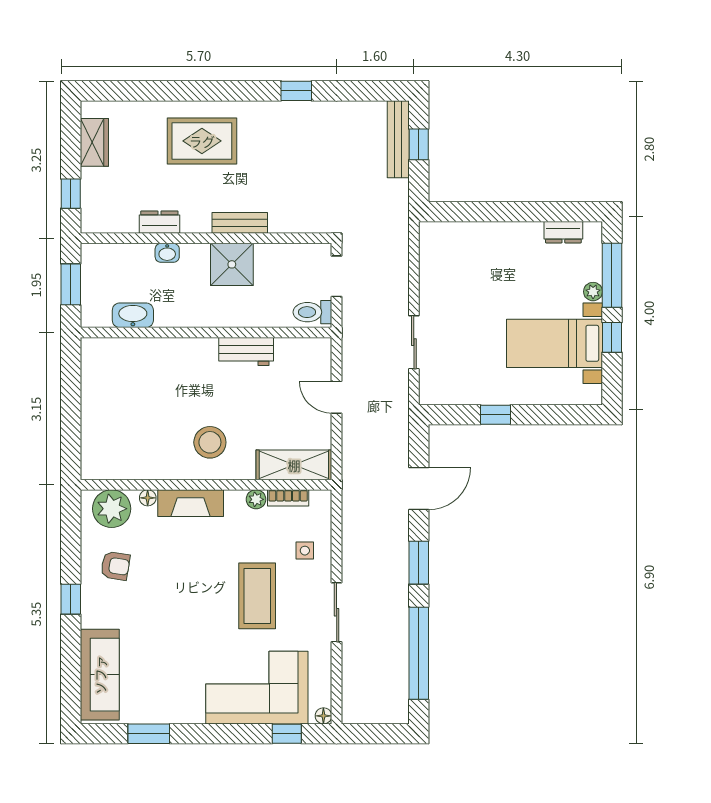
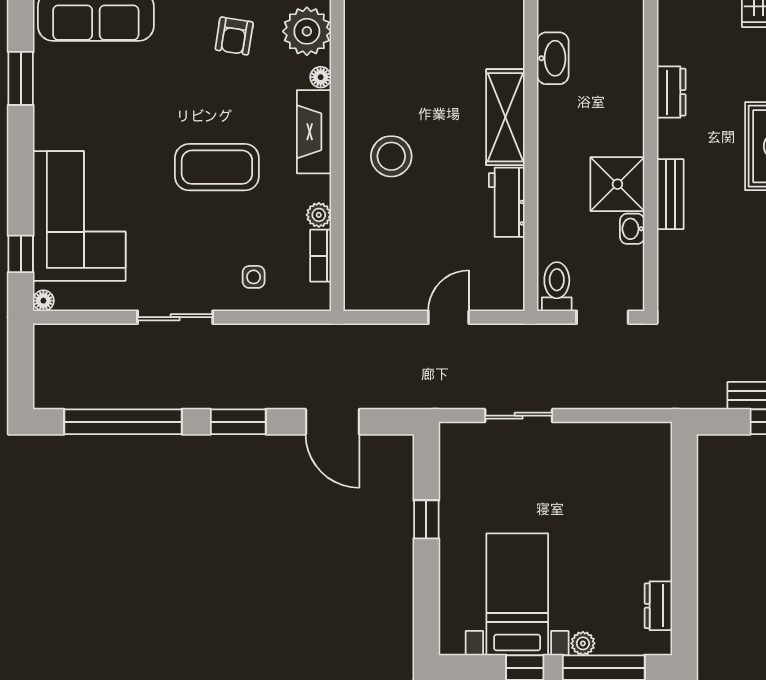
washbasin: (167, 253) -> (632, 229), moved
shelving: (294, 465) -> (505, 117), moved
coffee table: (257, 596) -> (217, 167), moved

